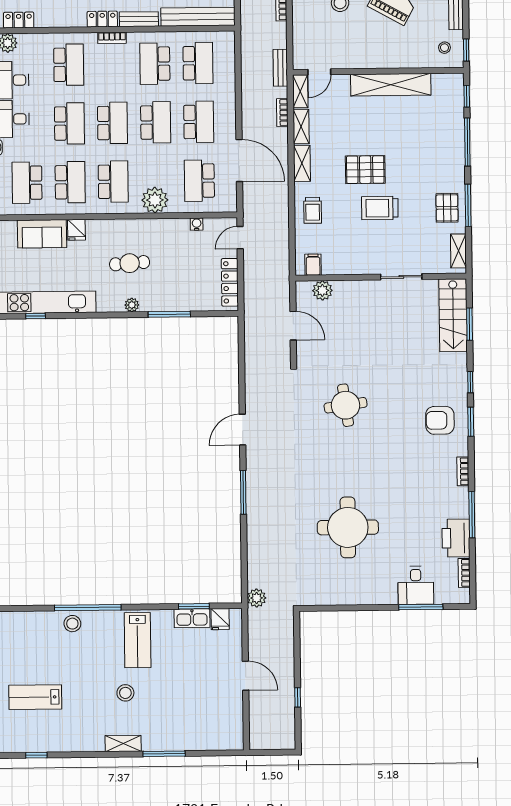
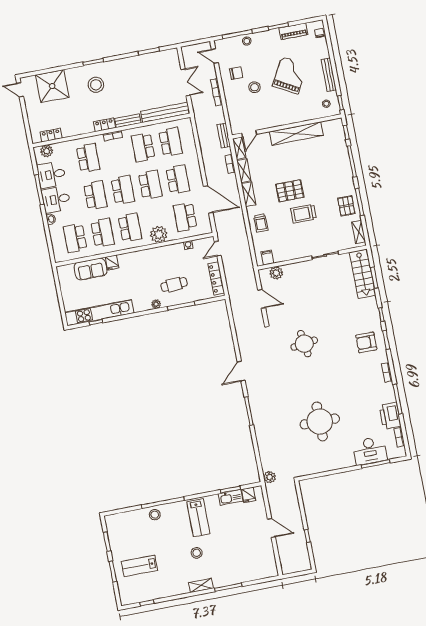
cafe table: (130, 263) -> (174, 285), moved
desk: (416, 585) -> (370, 451), width x1.37

